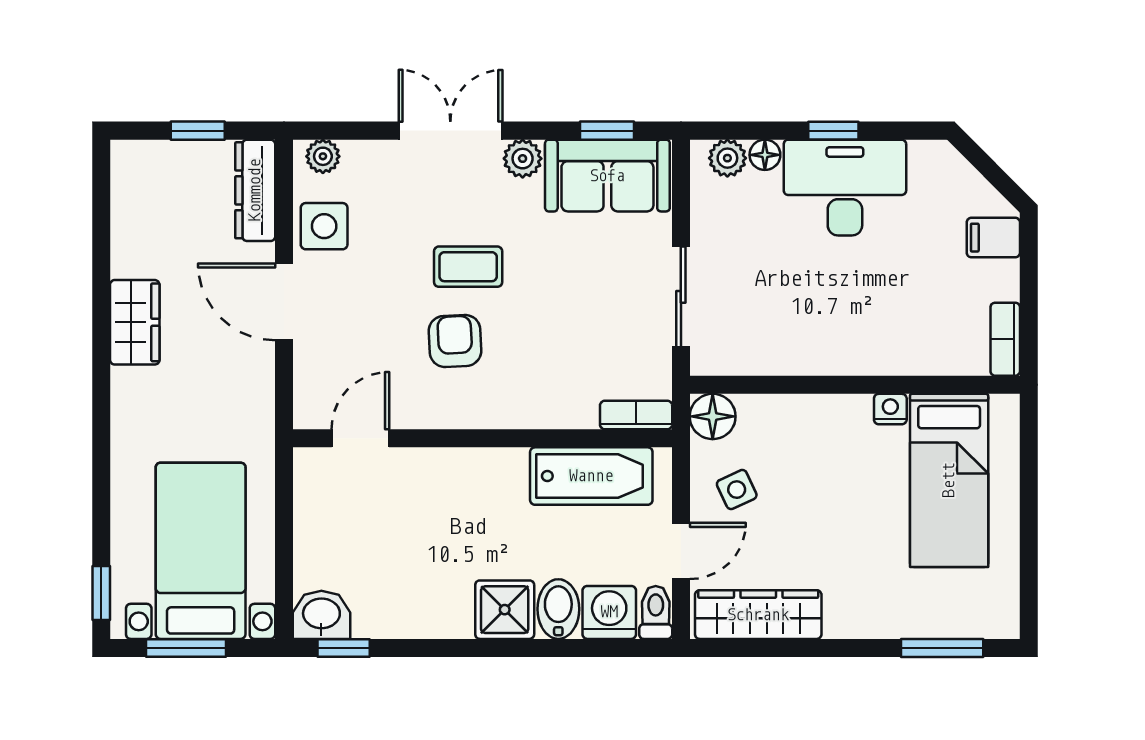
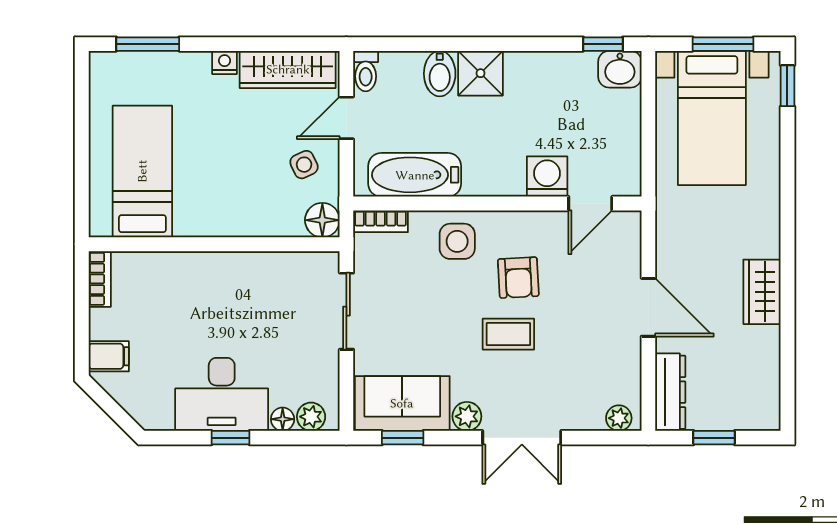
side table: (324, 226) -> (457, 241), moved
nightstand: (890, 409) -> (225, 63), moved, turned 180
washing machine: (609, 612) -> (547, 177), moved, turned 180

